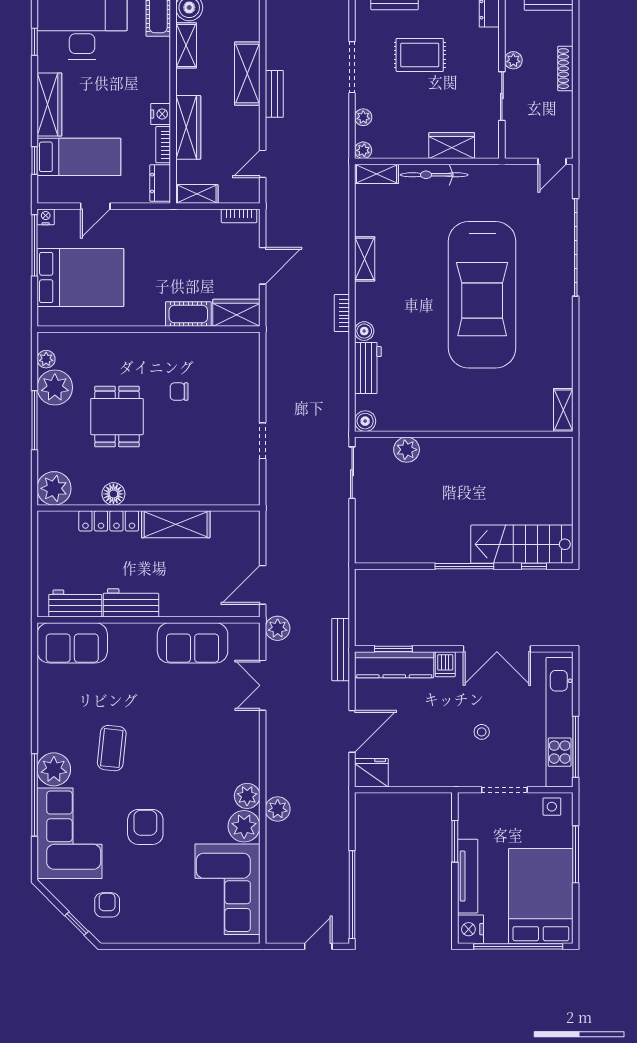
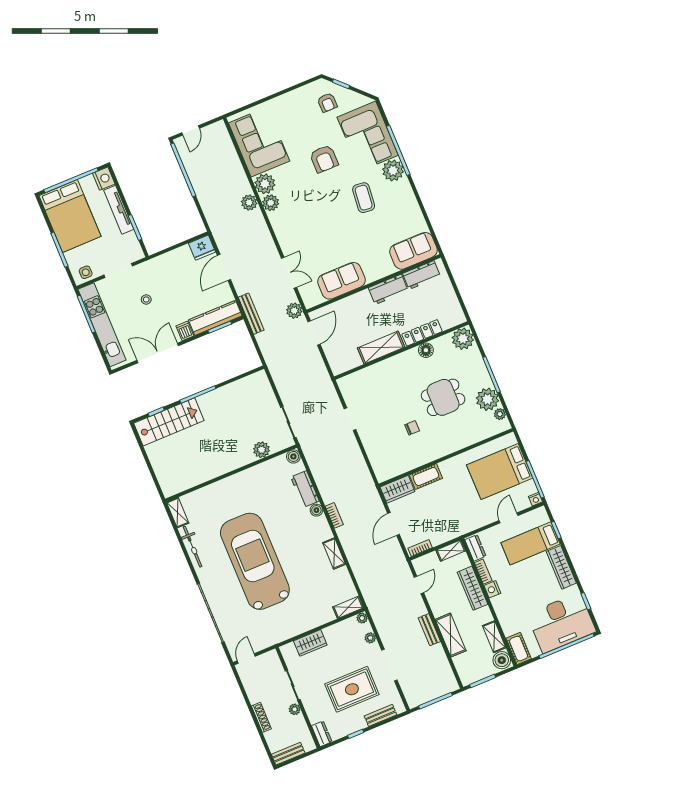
rug: (420, 55) -> (352, 689), width x1.36, depth x1.43
bicycle: (434, 175) -> (192, 547), moved, turned 90
dining table: (117, 417) -> (443, 397), turned 90

